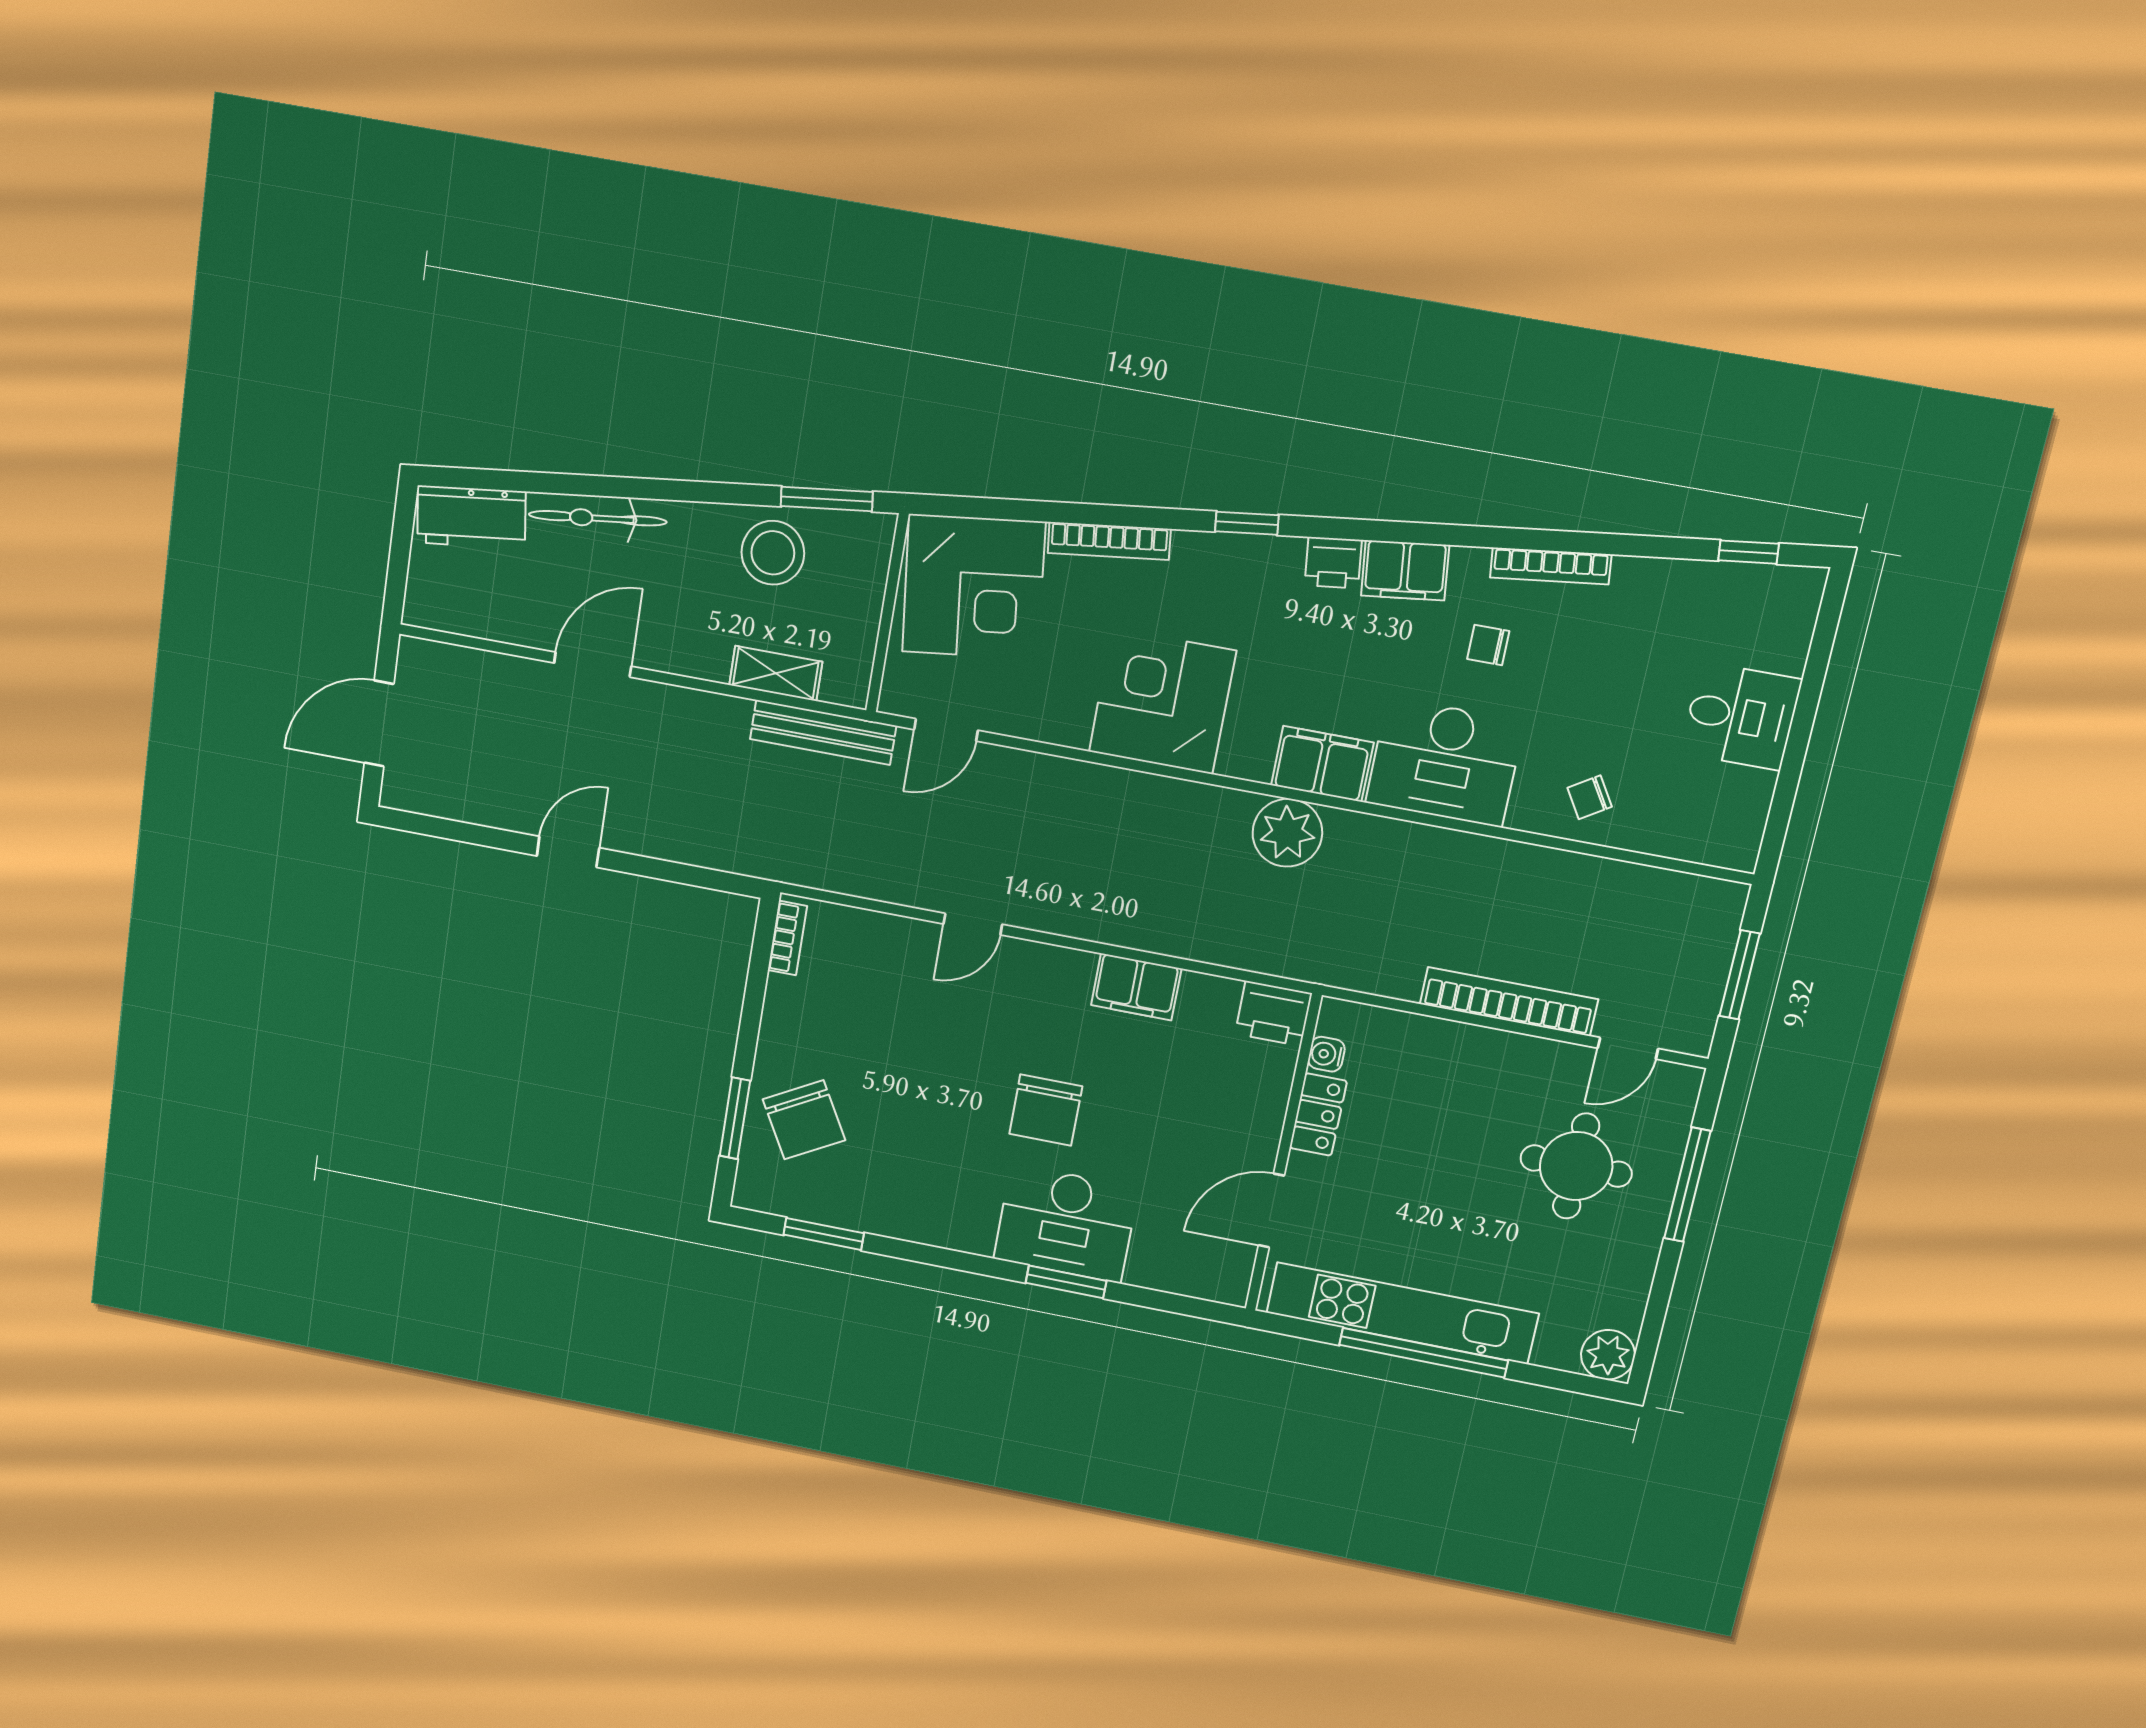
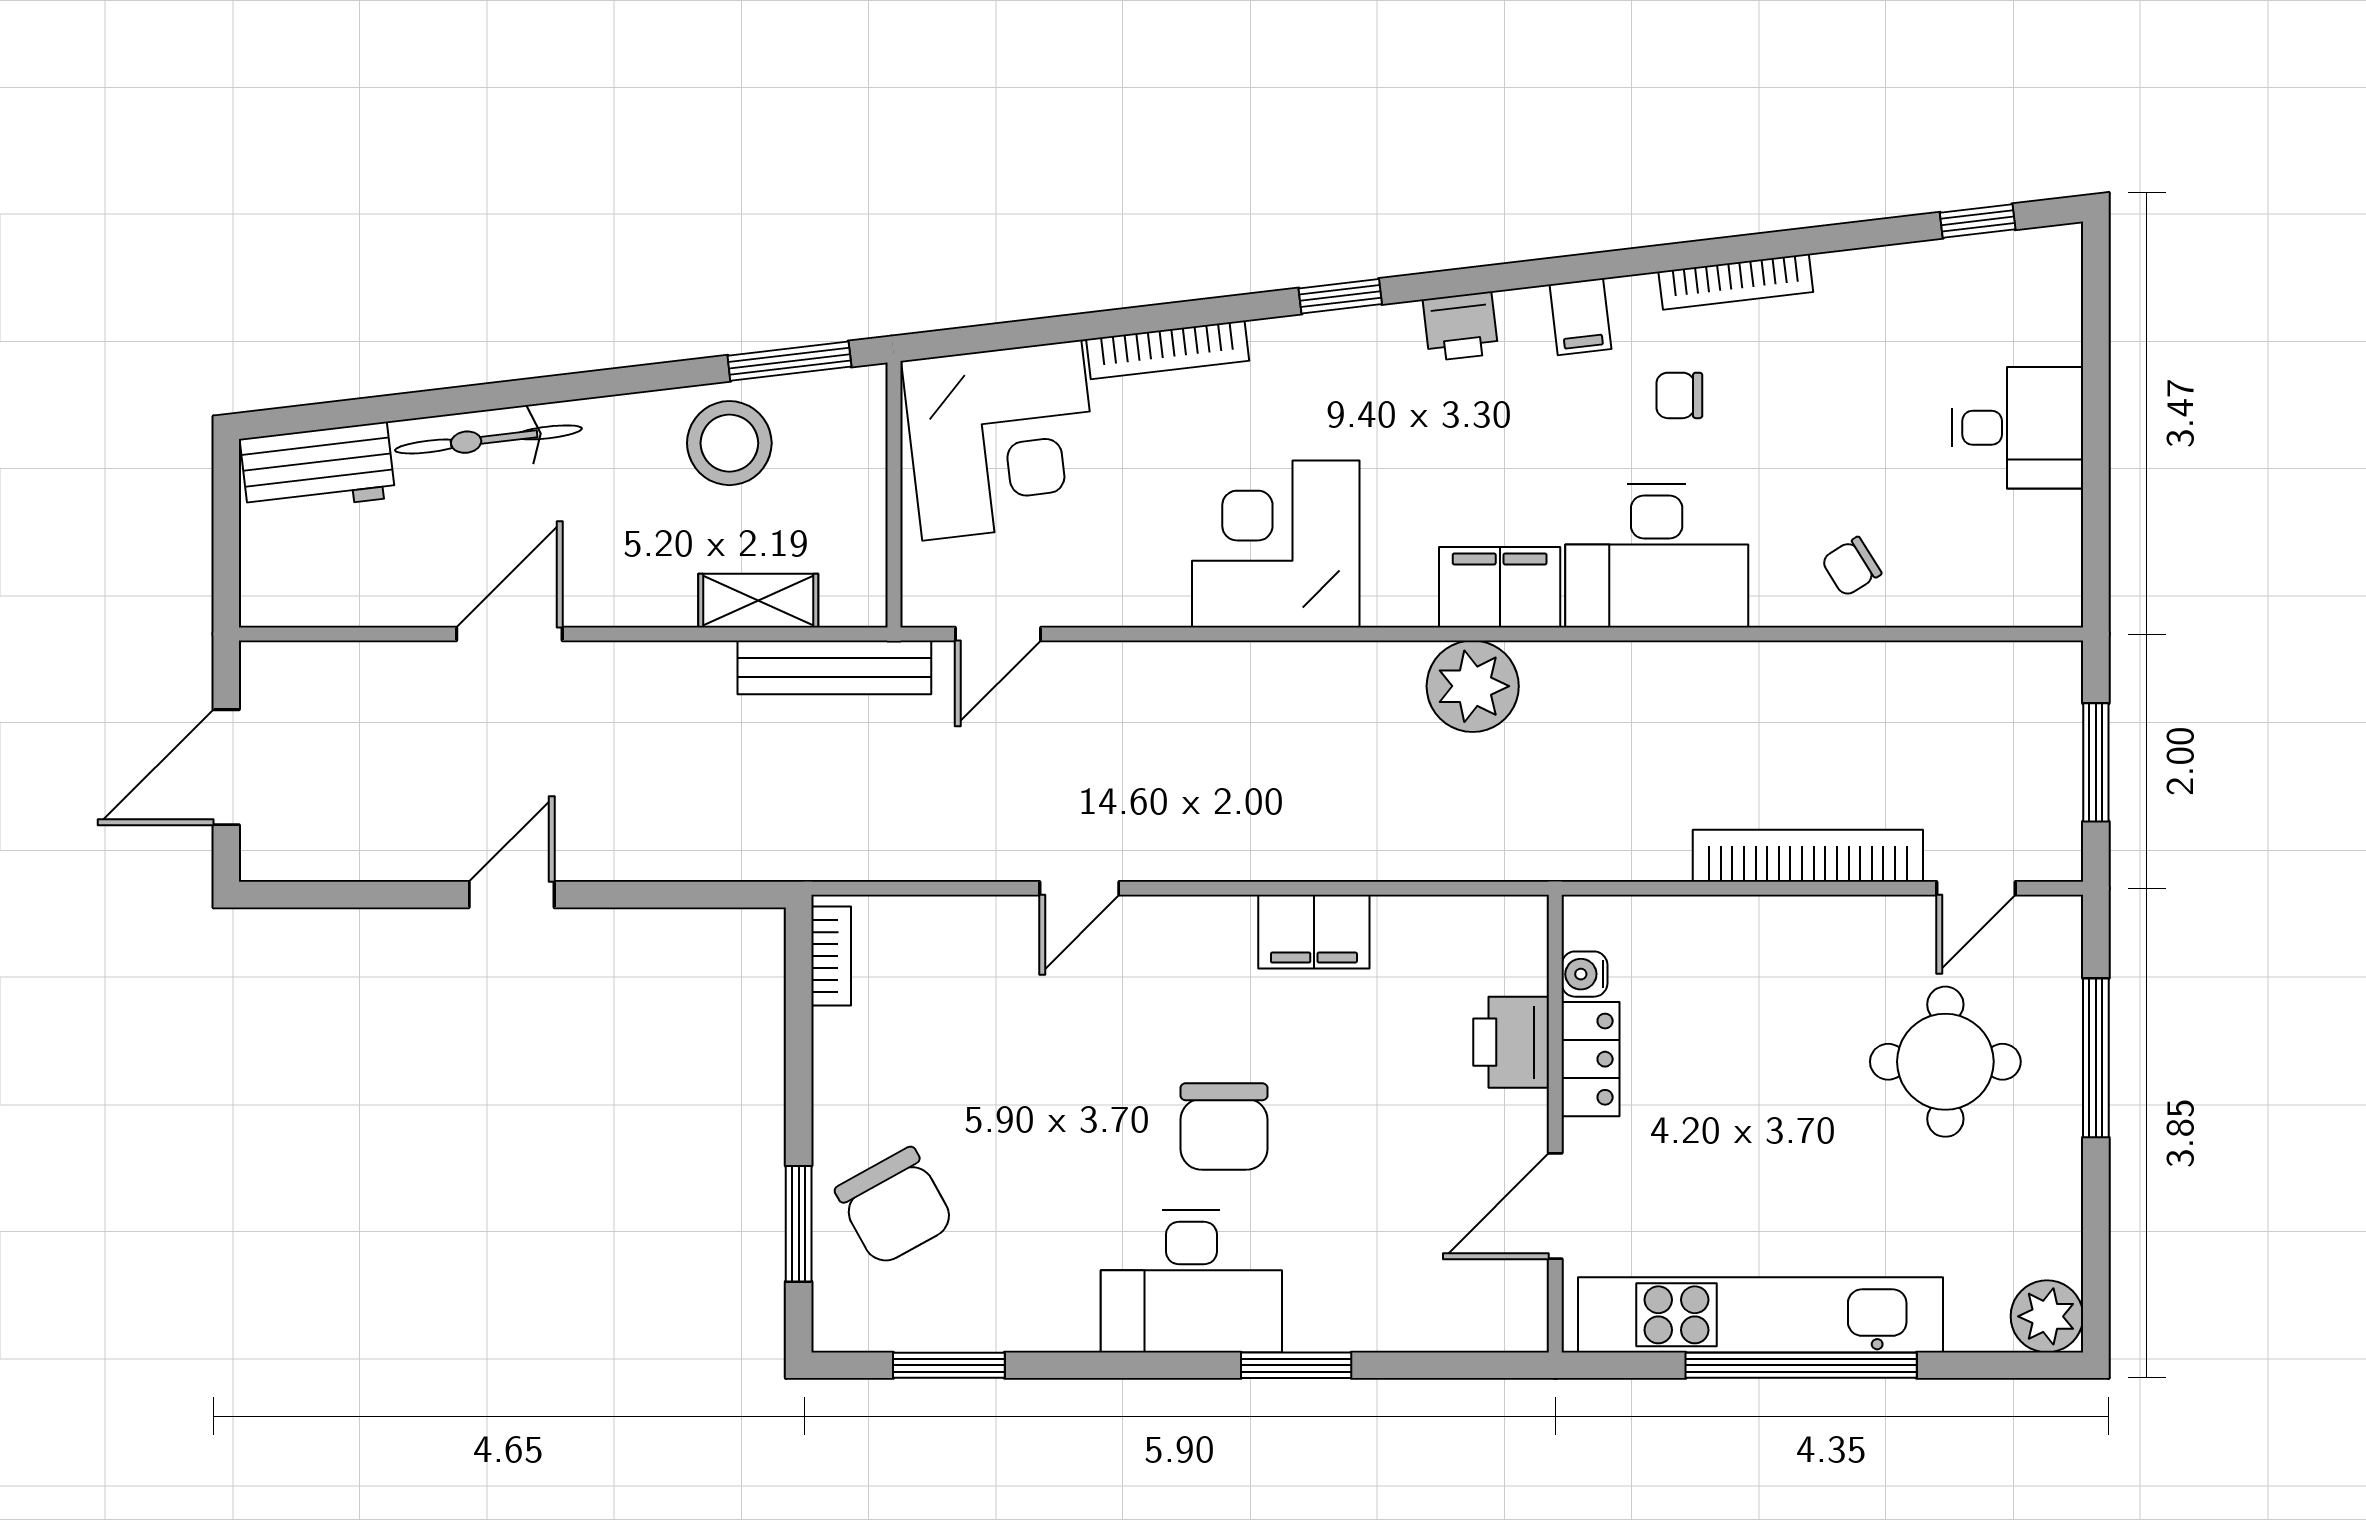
filing cabinet: (1405, 570) -> (1580, 317), width x0.50
printer: (1273, 1014) -> (1511, 1042), moved, turned 90
desk: (1066, 1223) -> (1191, 1281), moved

